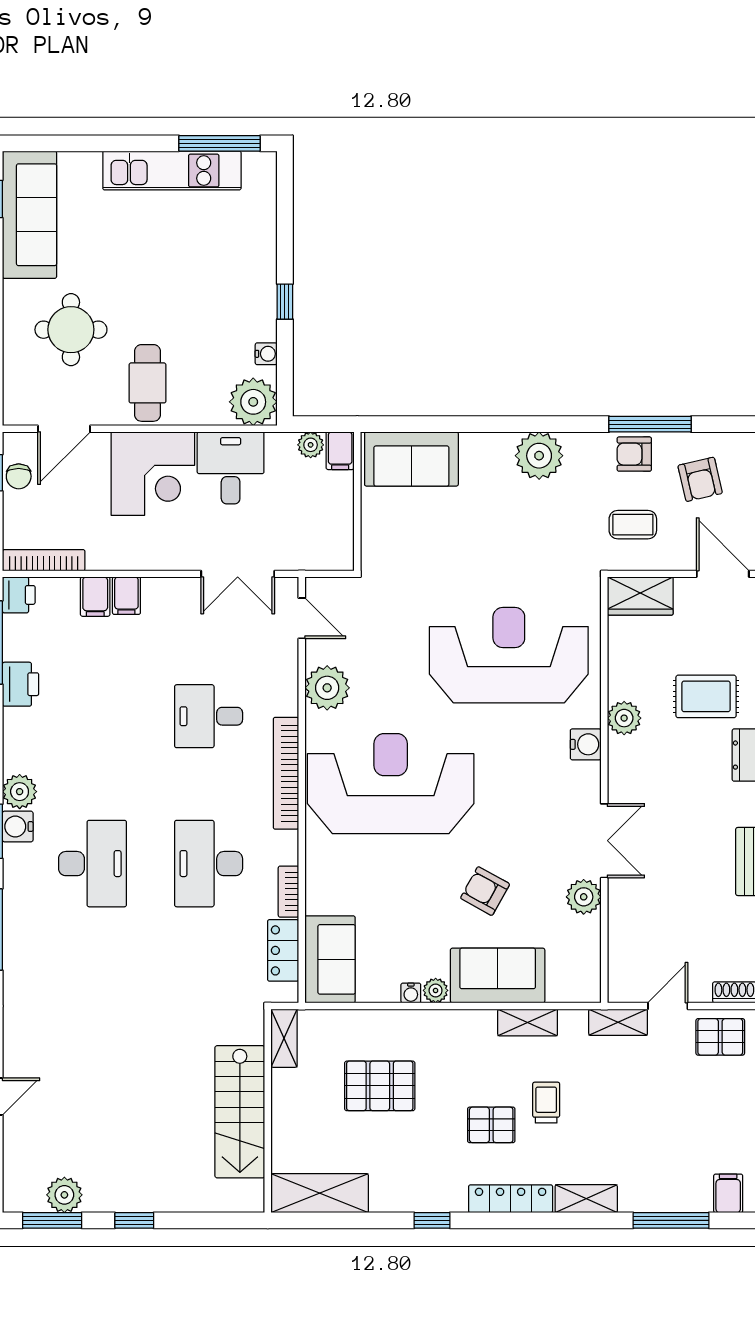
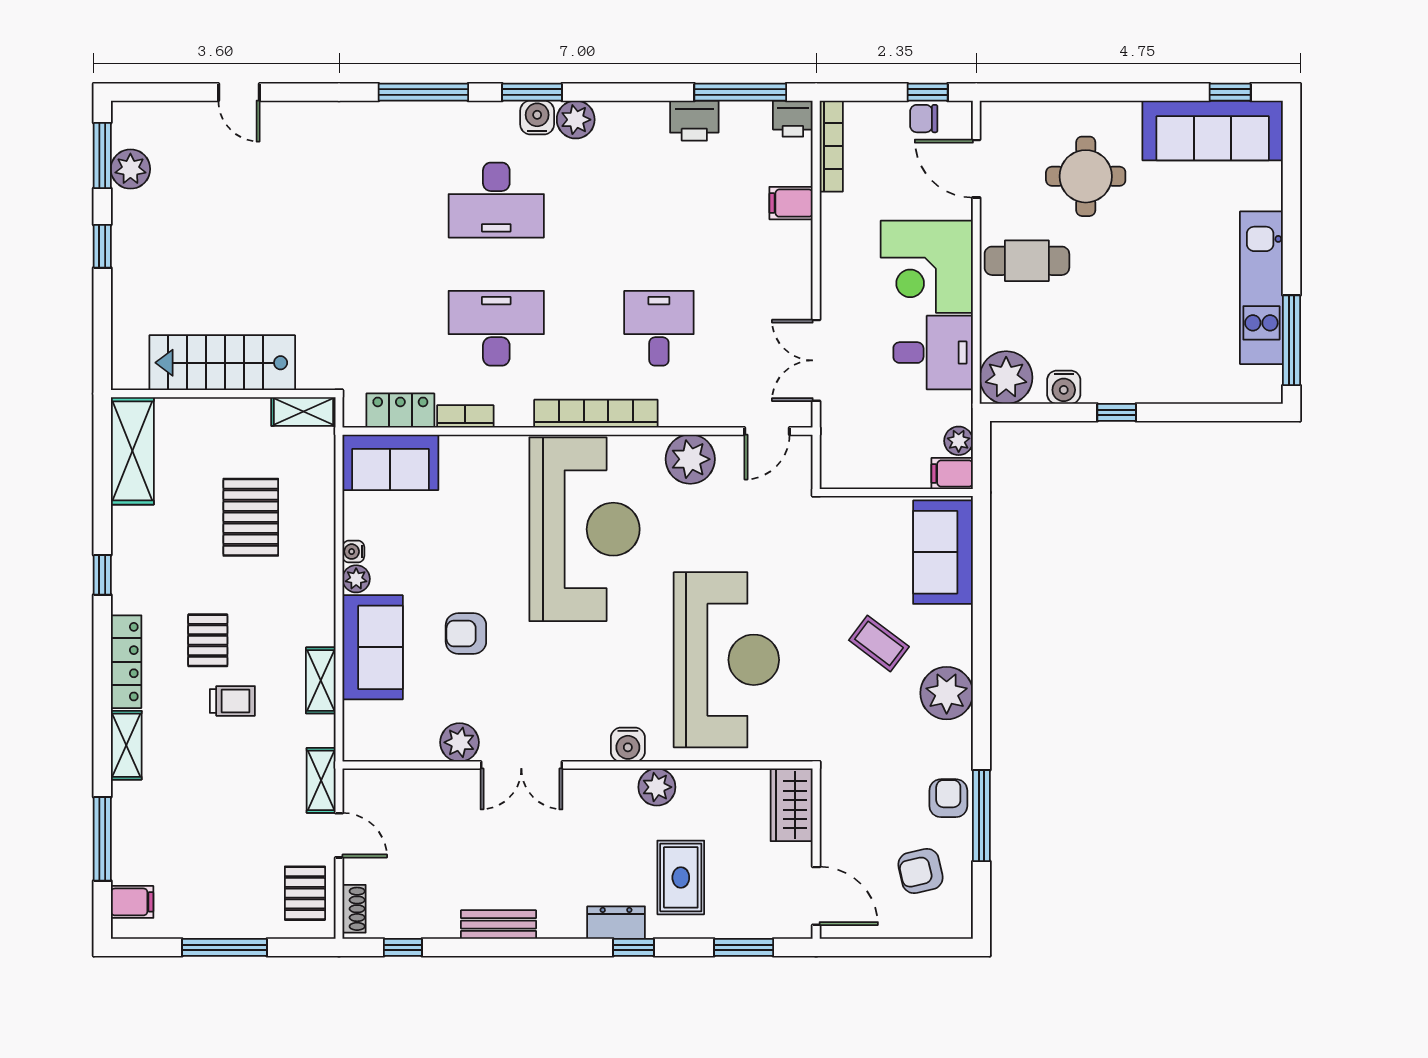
water cooler: (266, 354) -> (1064, 387), width x1.38, depth x1.38
coffee table: (633, 525) -> (879, 643), moved, turned -53
door: (723, 574) -> (816, 896), hinge flipped
filing cabinet: (126, 596) -> (792, 238), removed
armchair: (485, 891) -> (466, 633), turned -119

